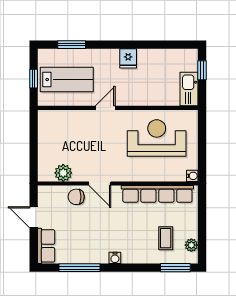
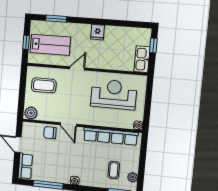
coffee table: (62, 134) -> (44, 85), added
plant: (63, 173) -> (31, 113), moved

